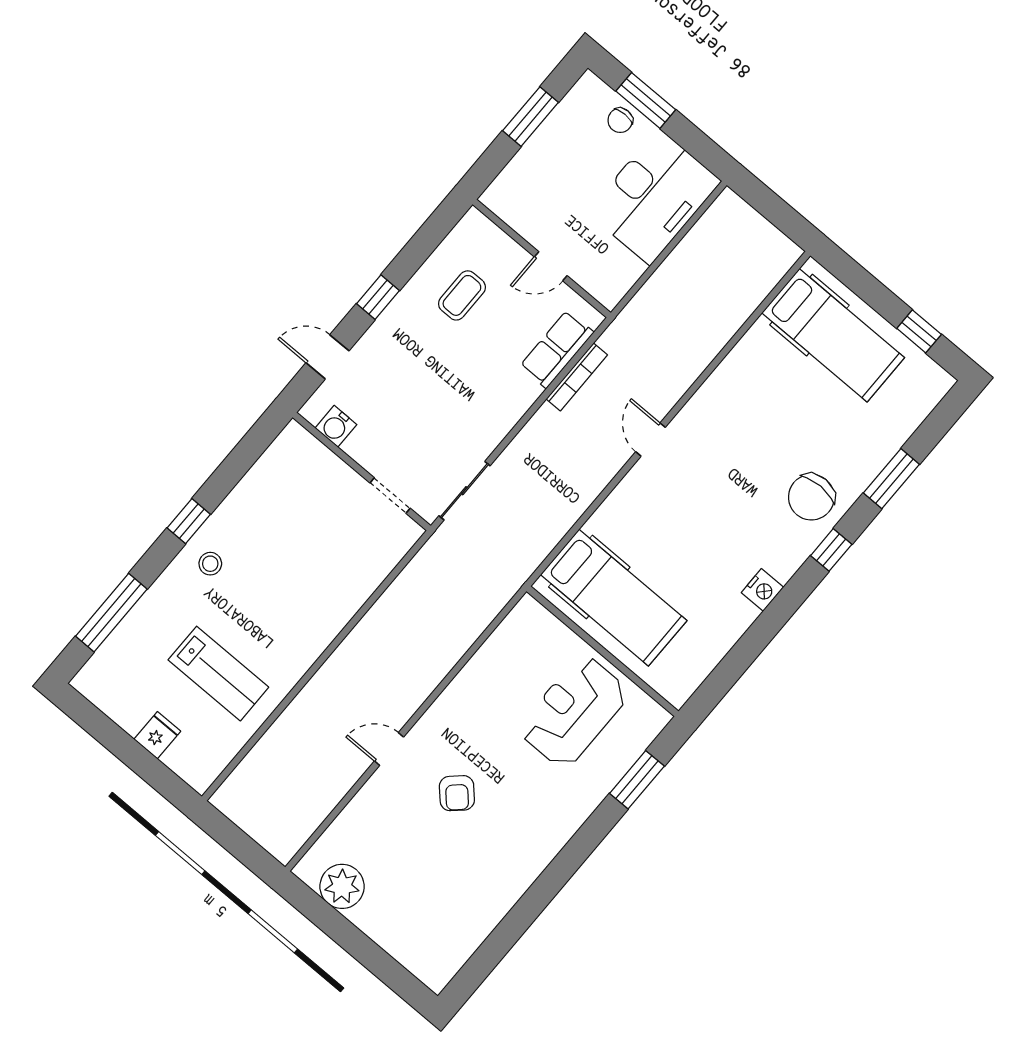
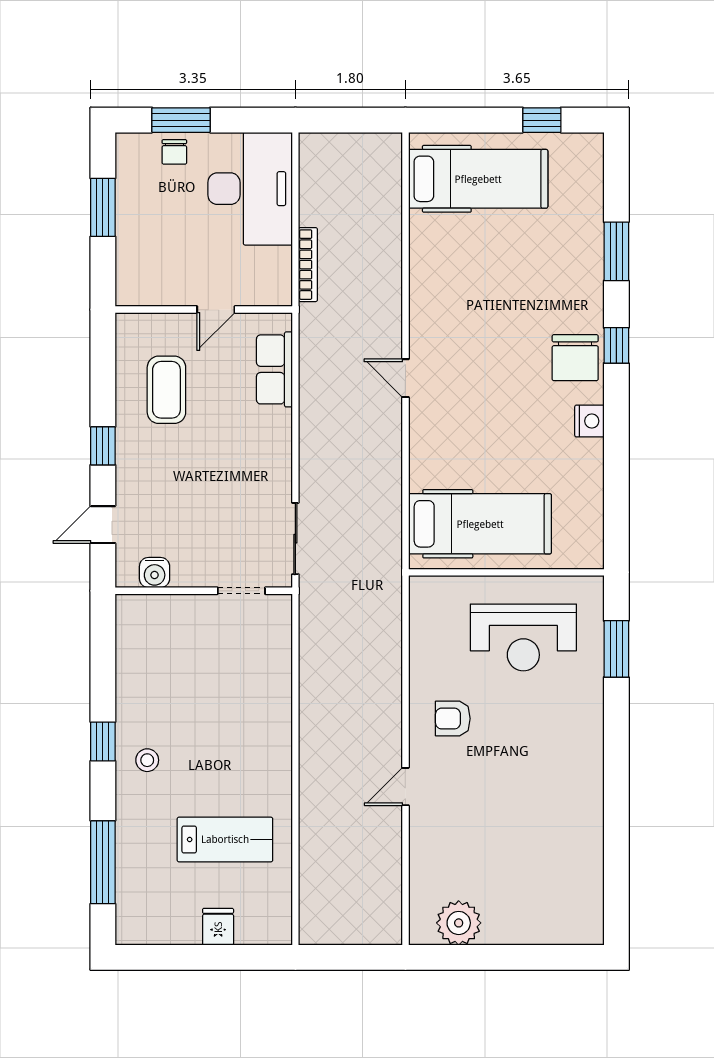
coffee table: (462, 295) -> (166, 390), width x1.36, depth x1.30
bookcase: (577, 377) -> (308, 265), moved
chair: (811, 497) -> (575, 358), moved
reception desk: (574, 712) -> (523, 637), turned -90
armchair: (457, 793) -> (453, 719), moved, turned 133

